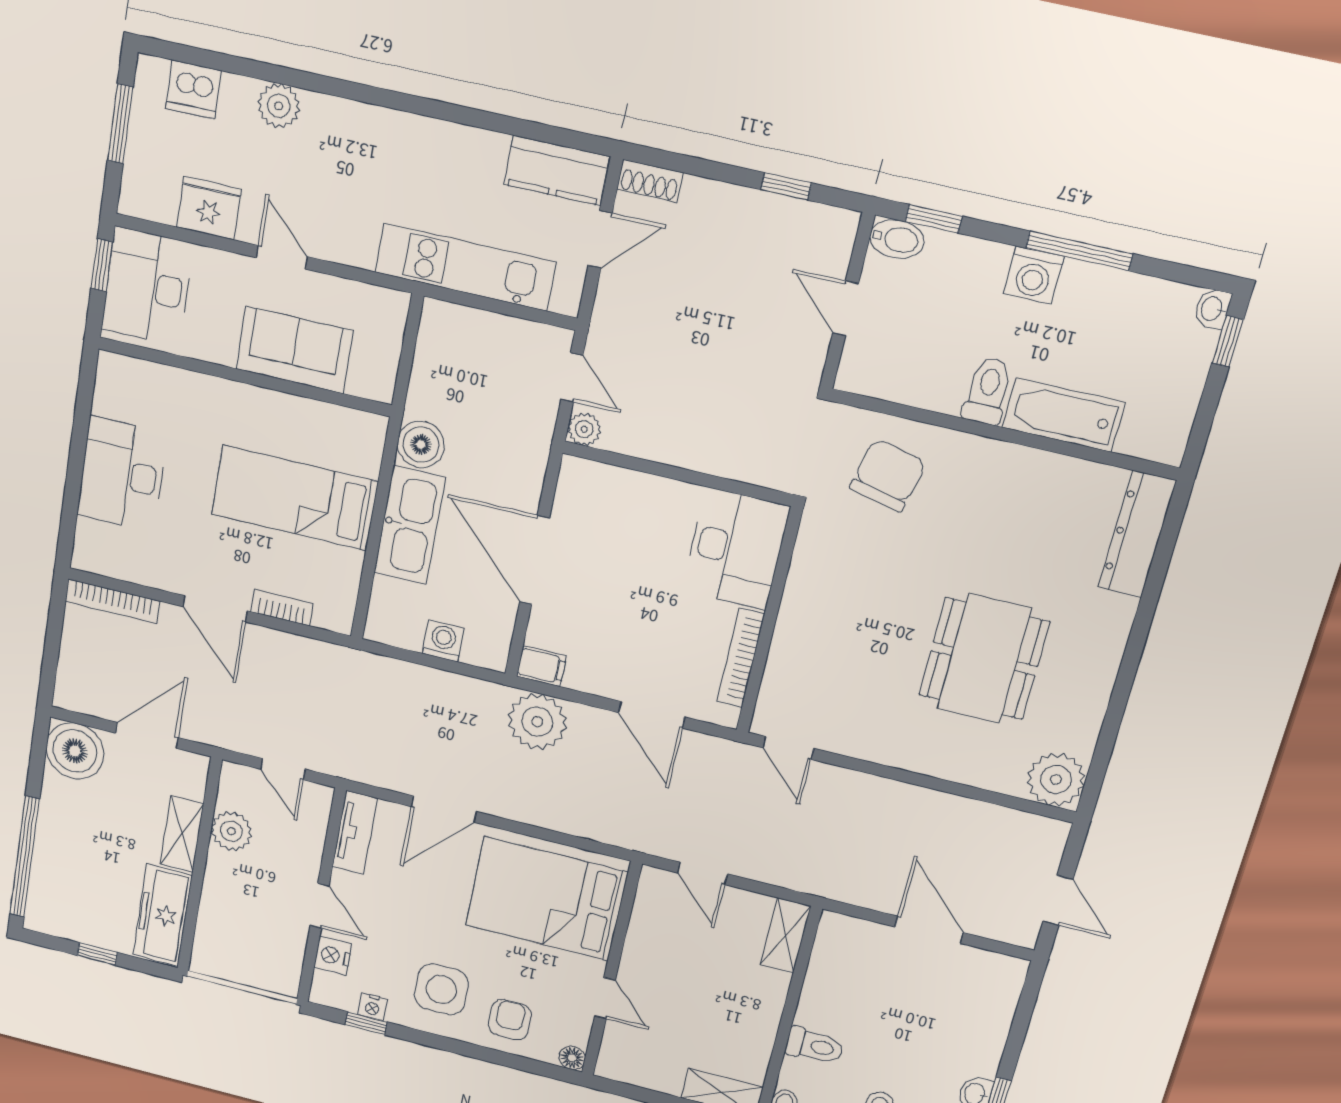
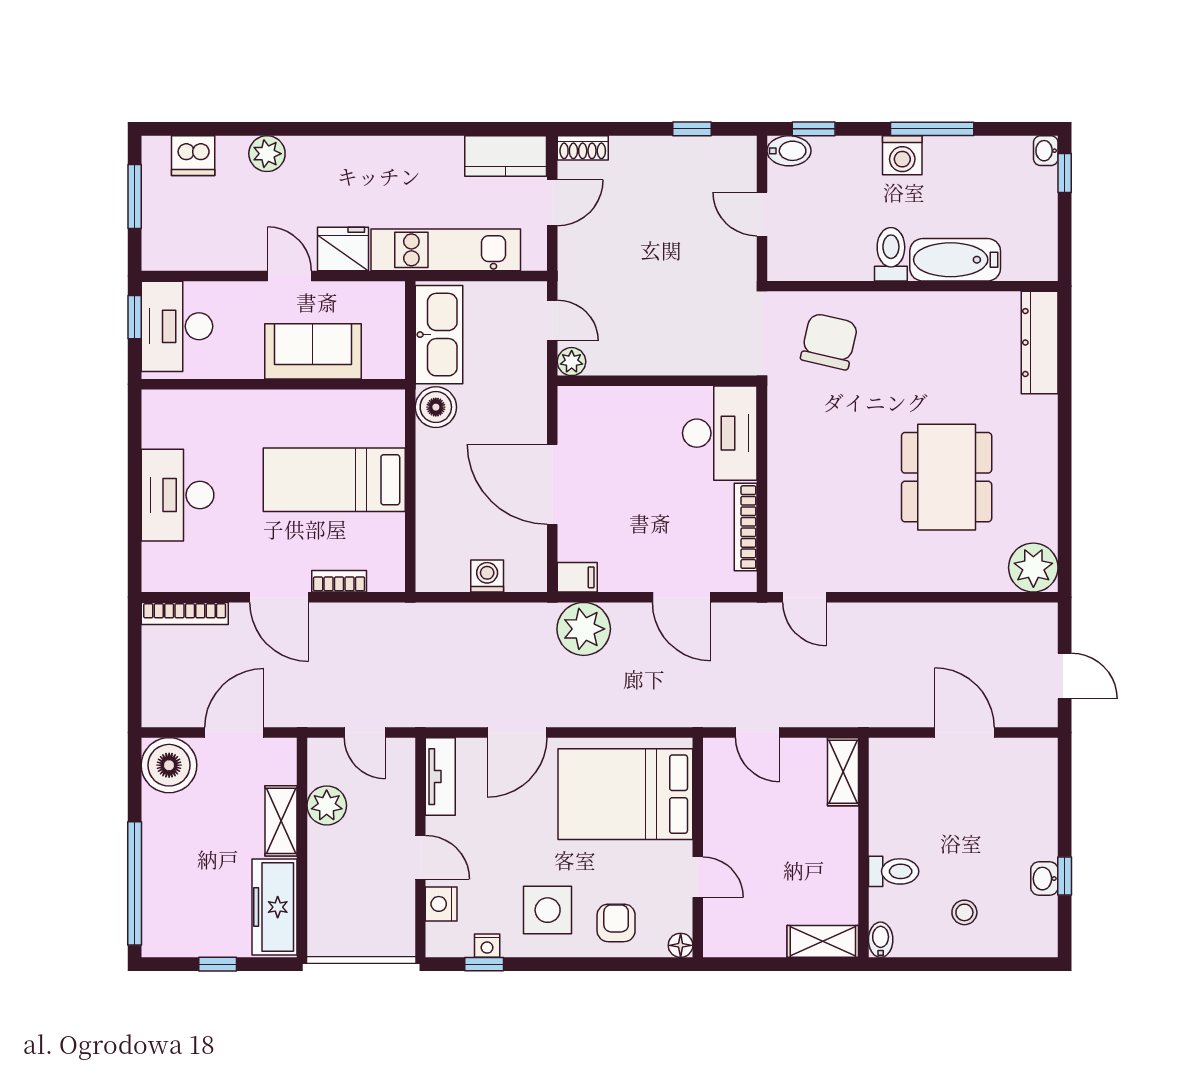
fridge: (209, 208) -> (343, 249), moved
kitchen sink: (410, 525) -> (439, 335), moved

